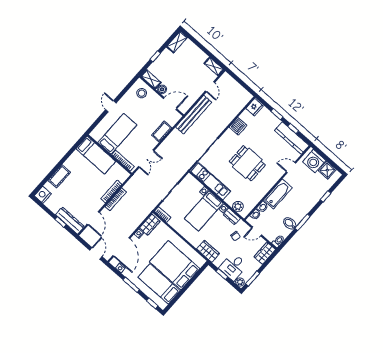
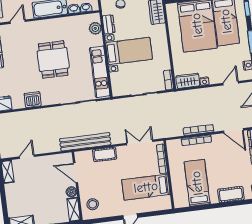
bench: (194, 115) -> (85, 142), moved
bed: (96, 155) -> (197, 183), moved
door: (291, 168) -> (18, 22), swing flipped
door: (93, 218) -> (233, 131), swing flipped
door: (121, 247) -> (231, 83), width x0.53

